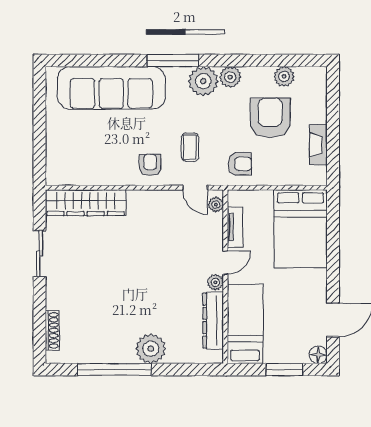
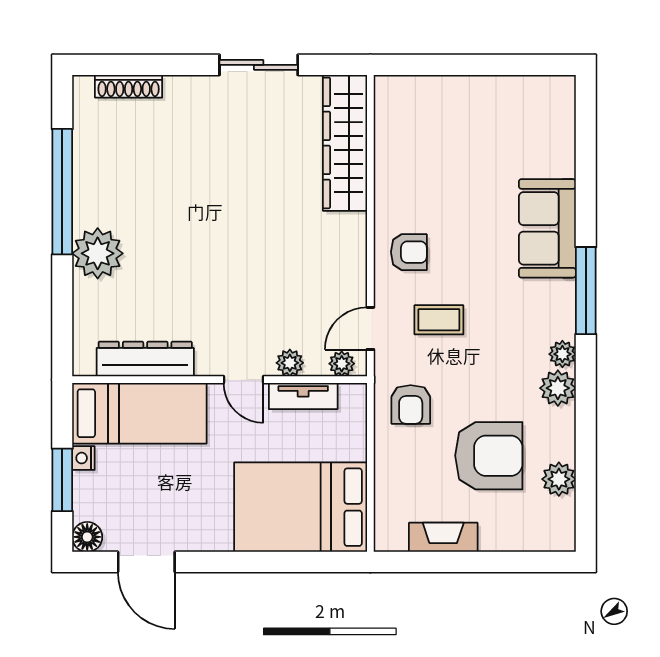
plant: (203, 81) -> (562, 354), width x0.53, depth x0.53
sofa: (111, 88) -> (547, 228), width x0.54, depth x0.79
plant: (215, 282) -> (290, 363), moved
nightstand: (272, 357) -> (83, 458), added

